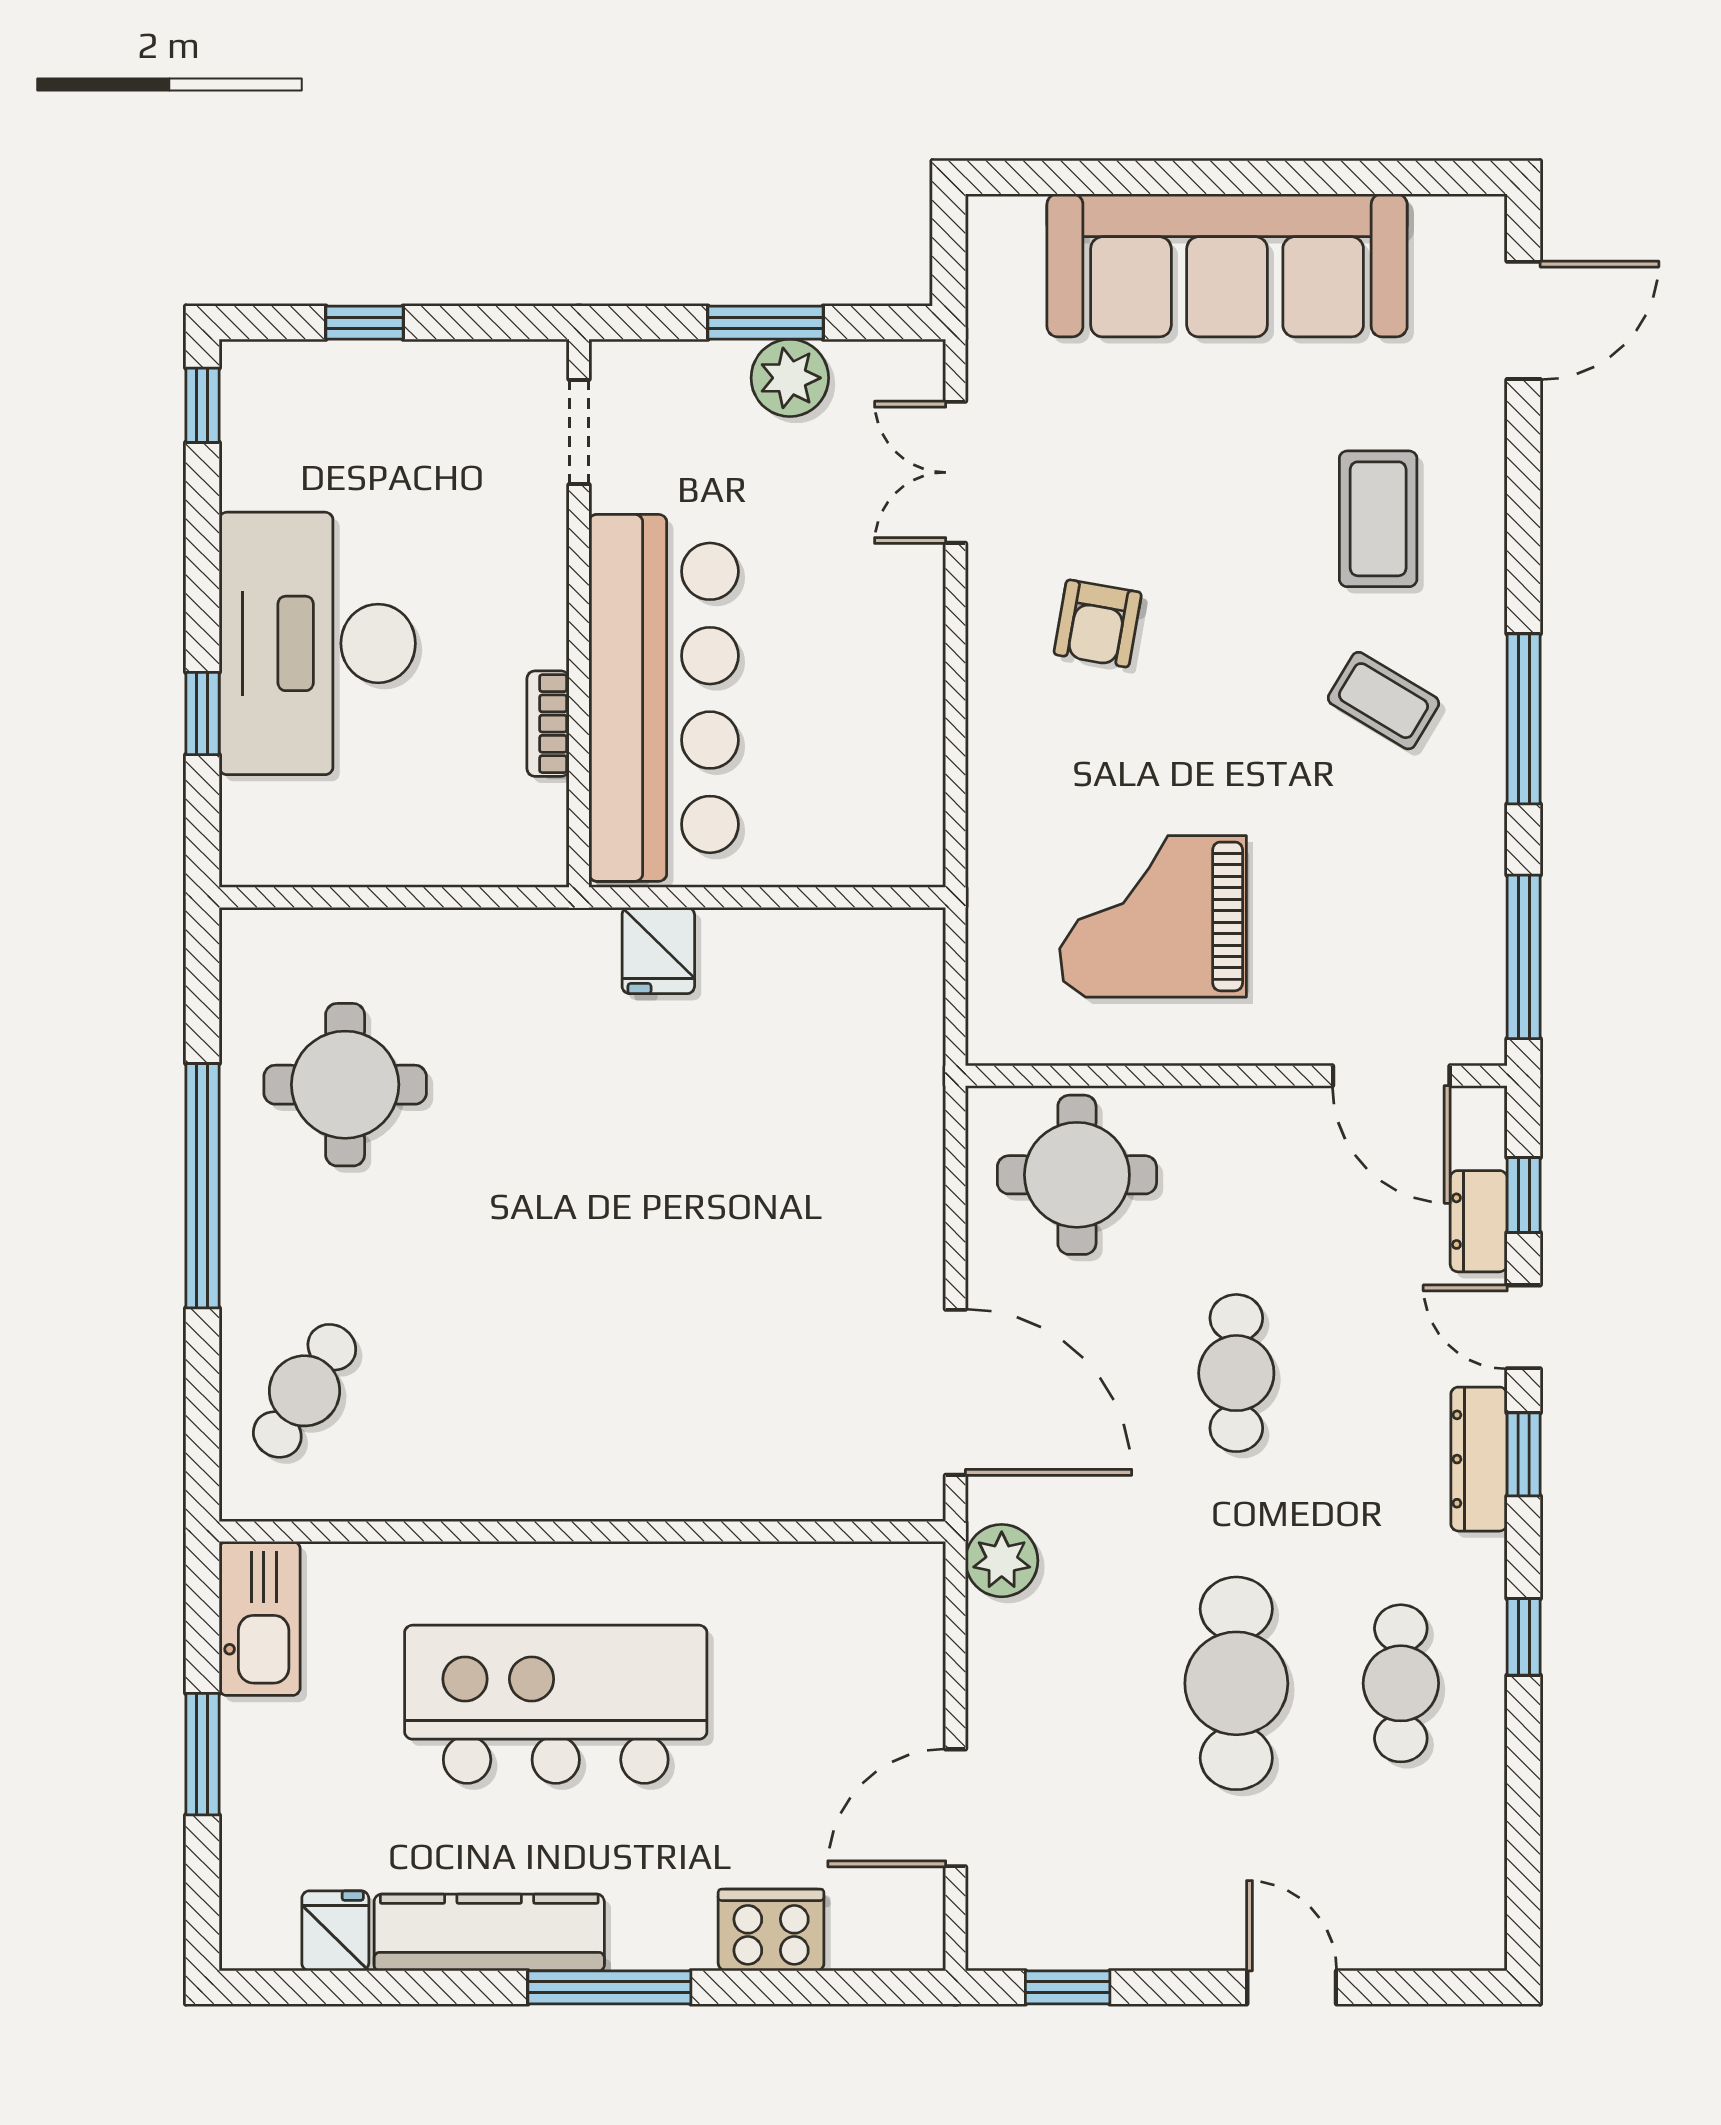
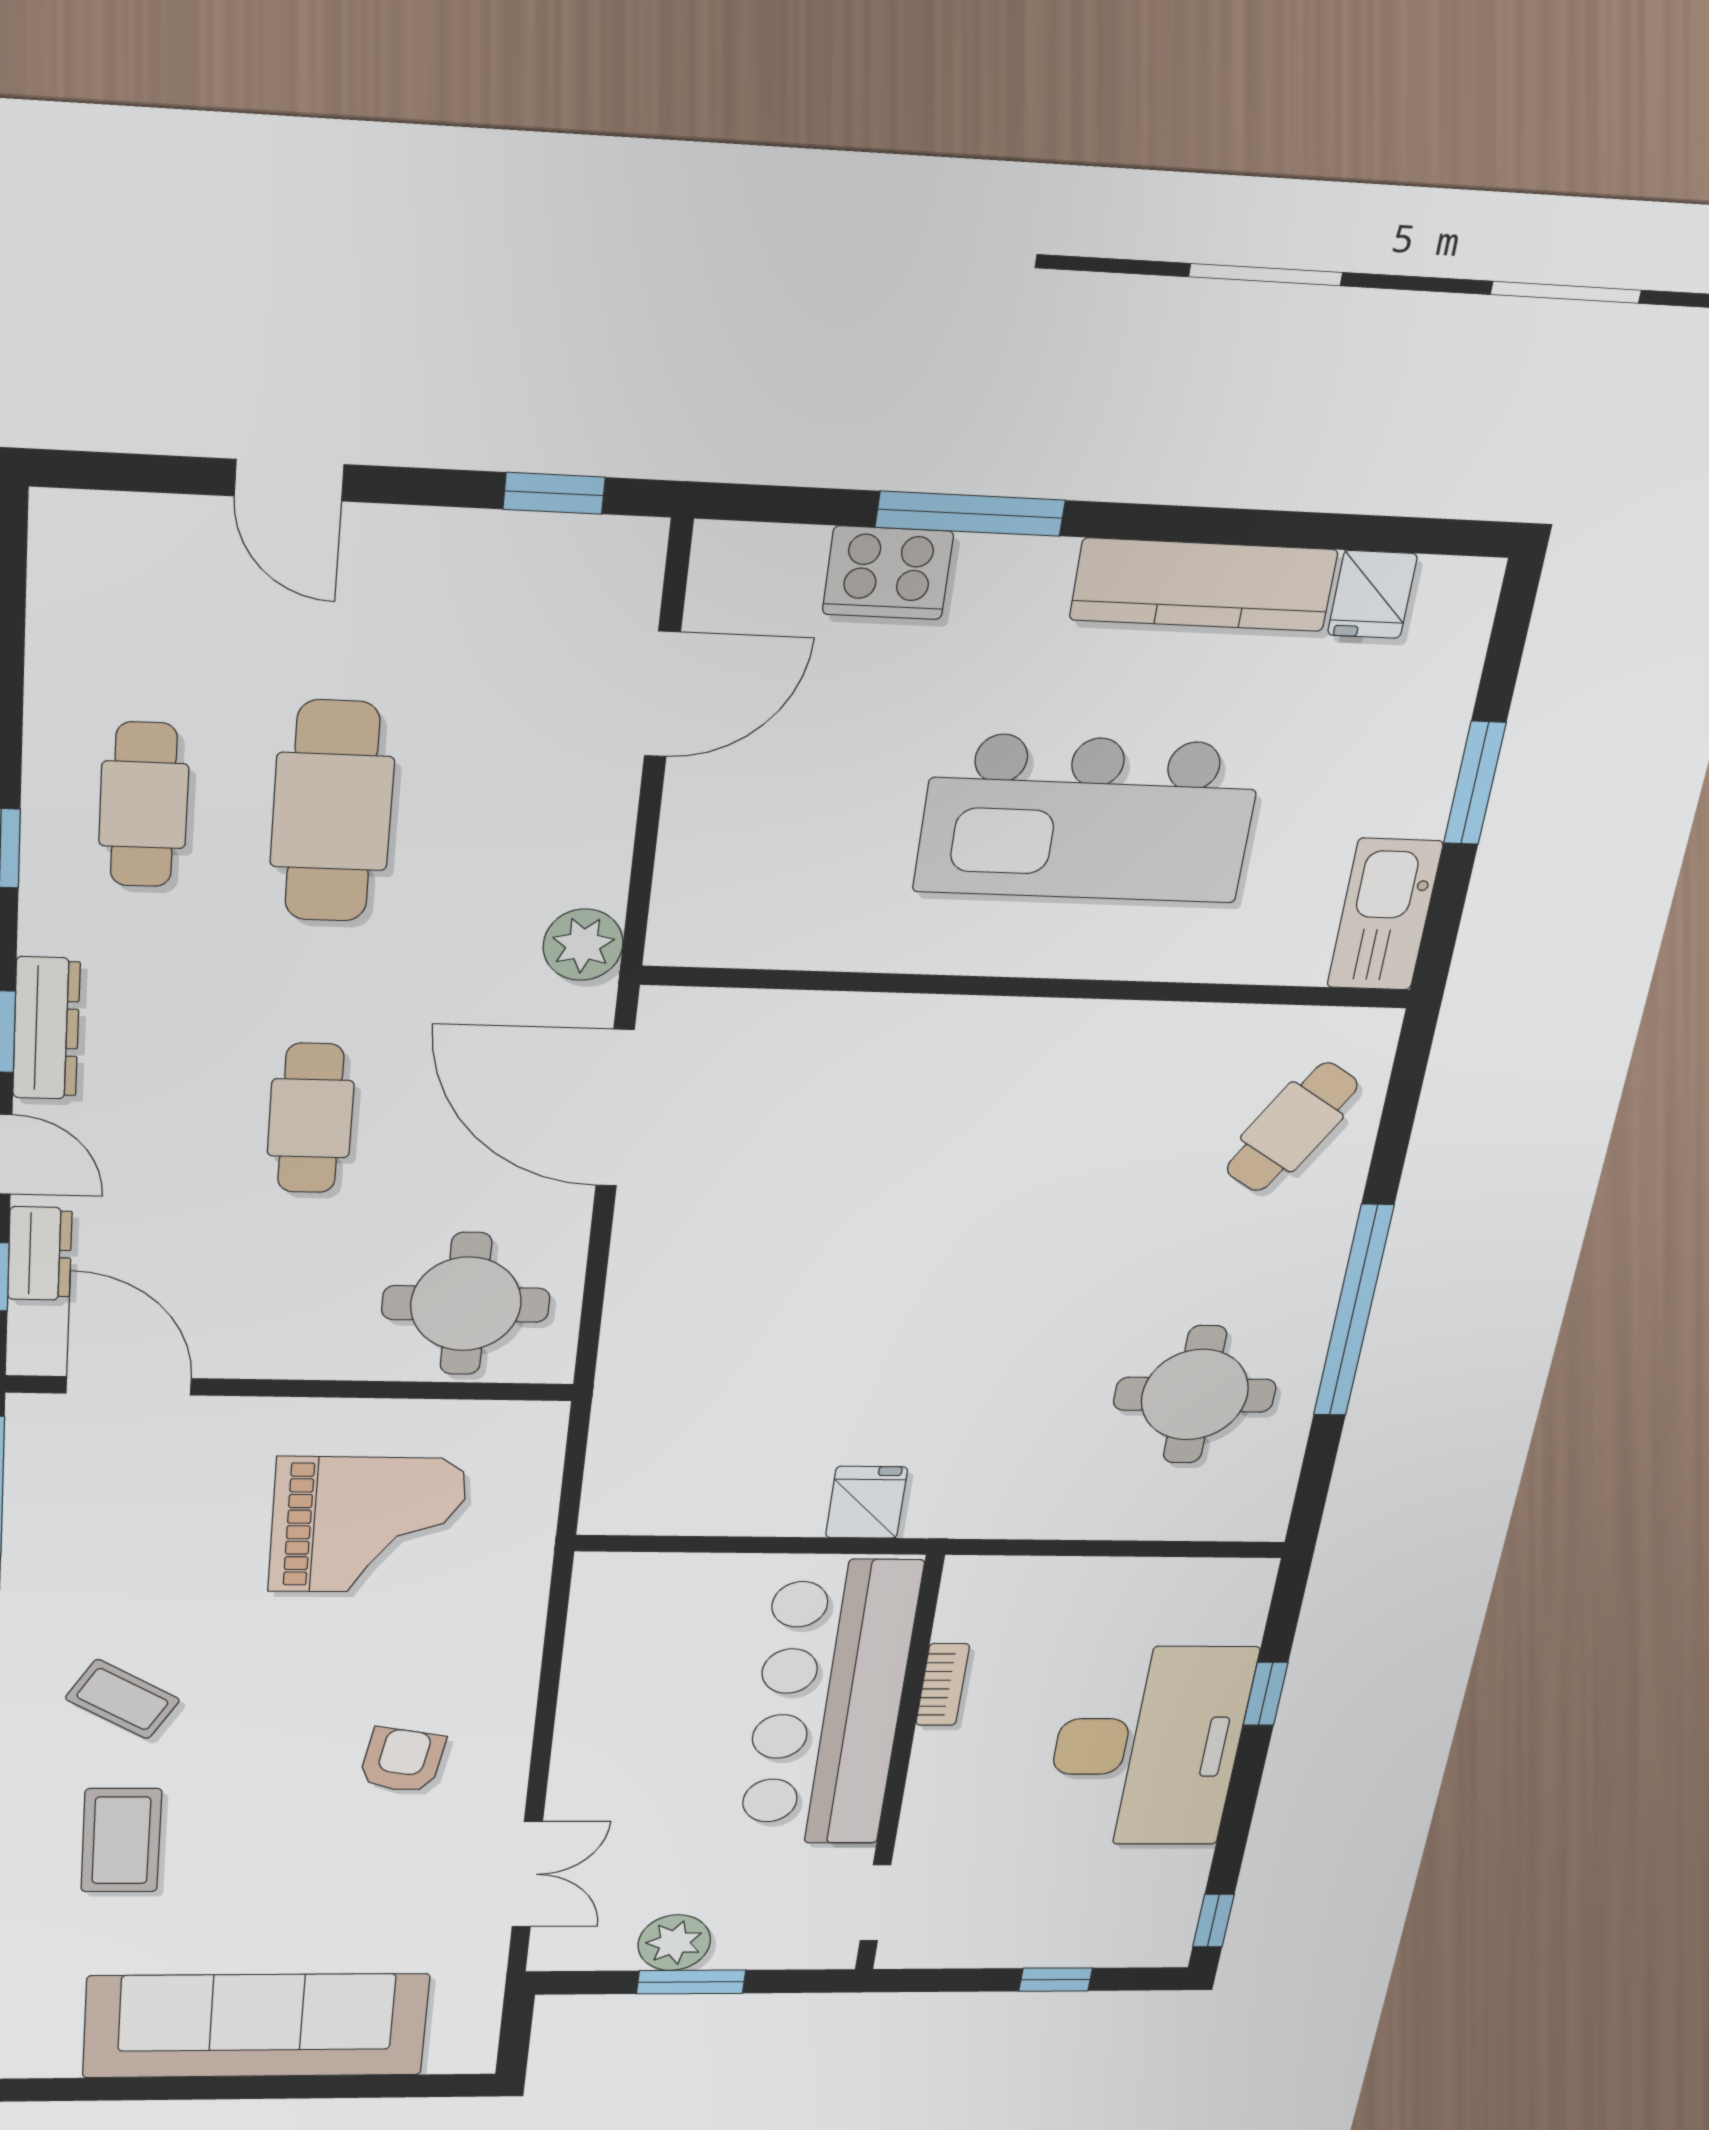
window: (609, 1987) -> (970, 514), moved

